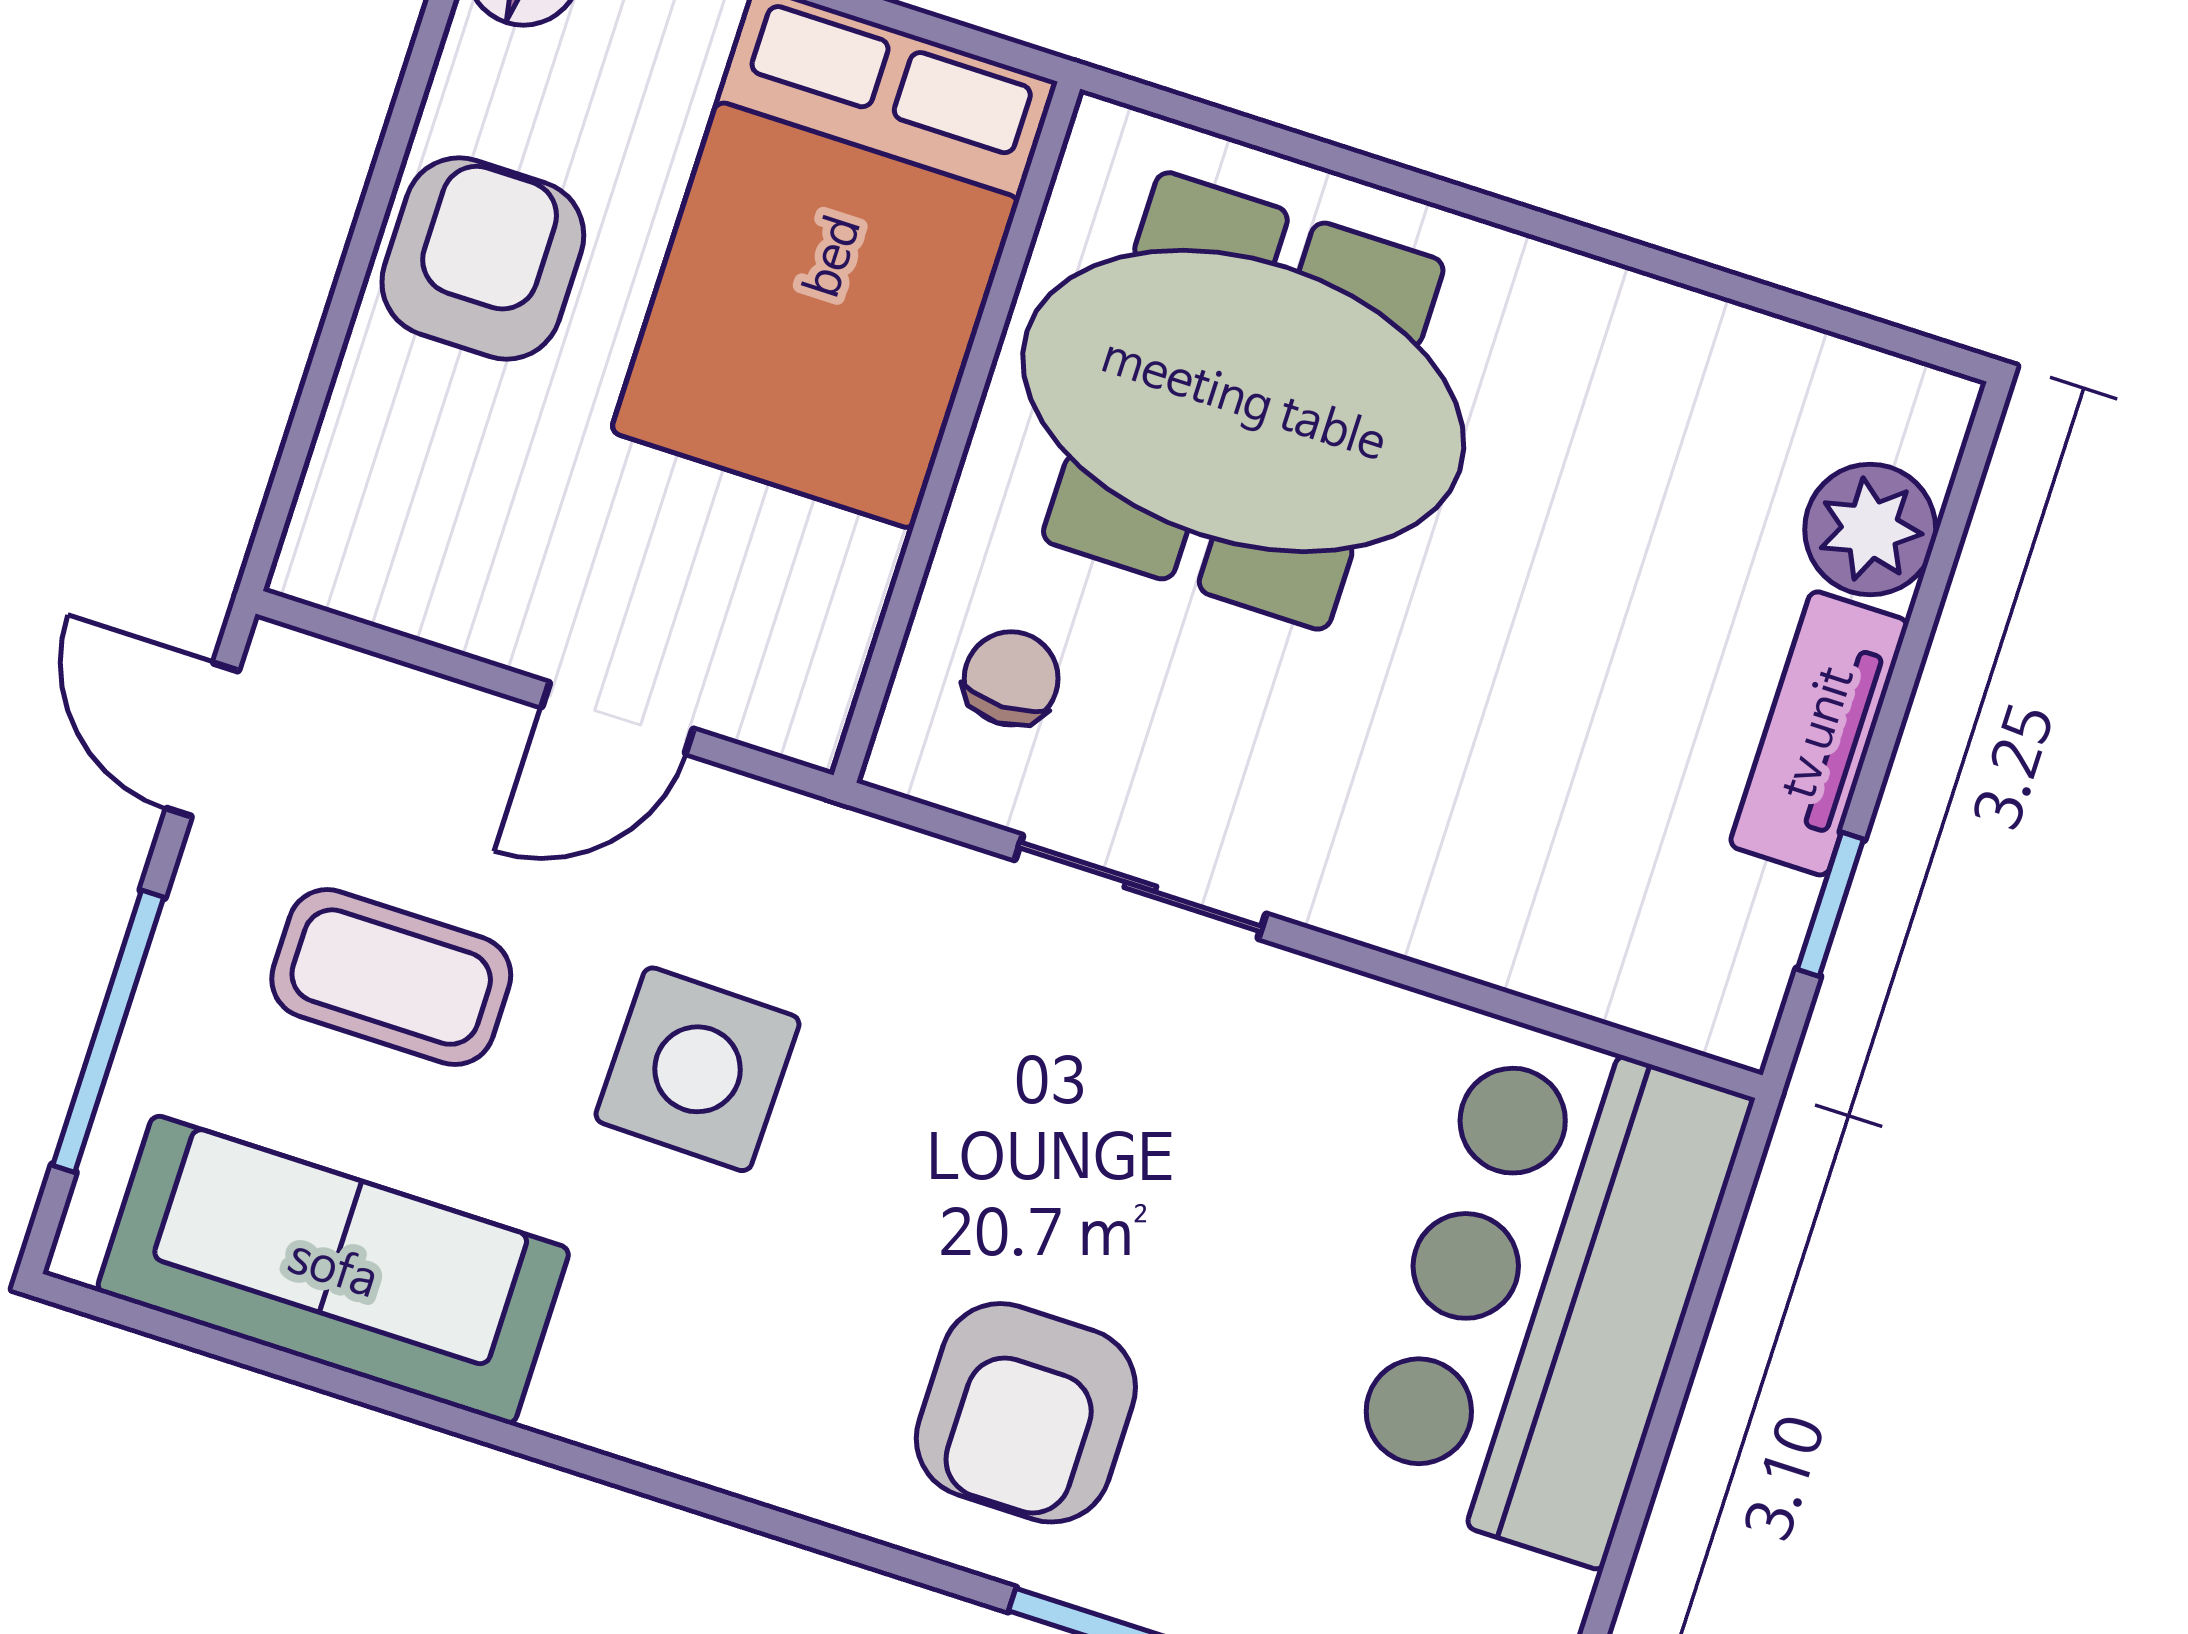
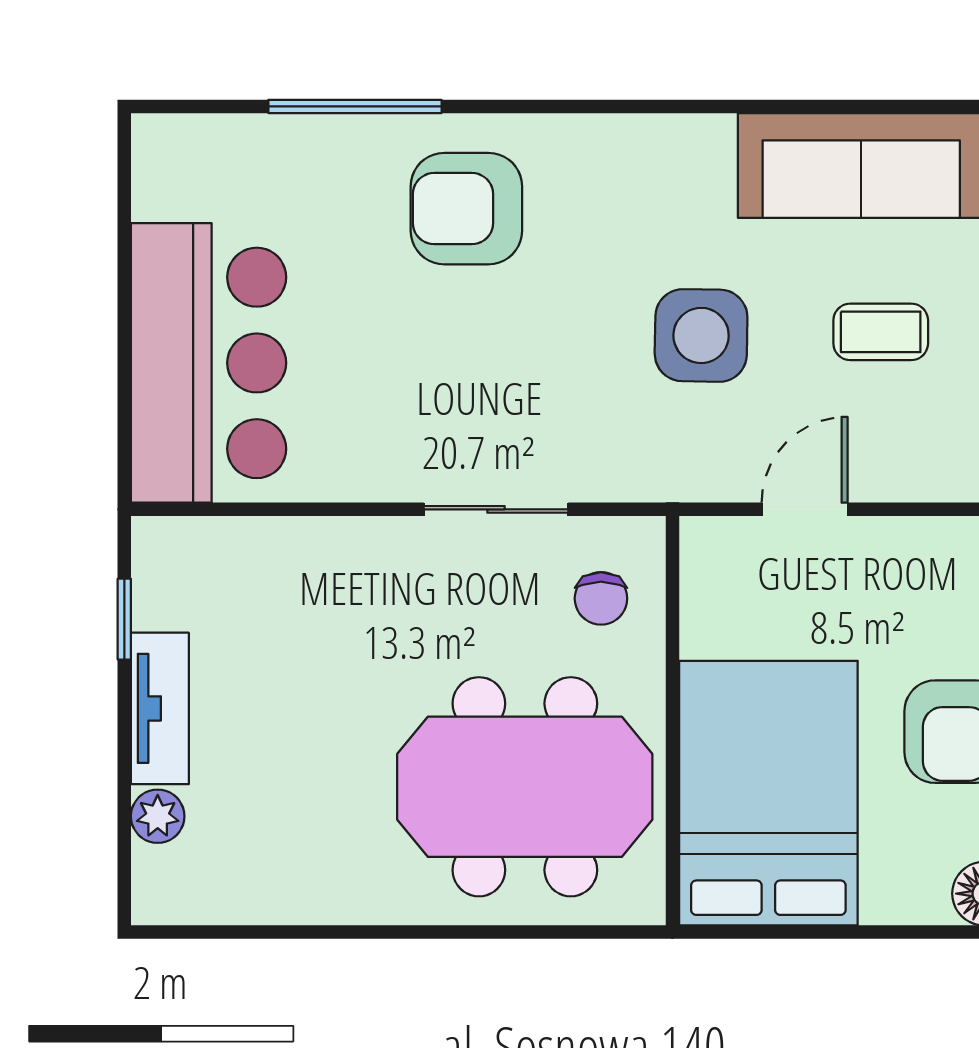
plant: (1870, 529) -> (158, 816), width x0.73, depth x0.73
coffee table: (391, 977) -> (881, 332), width x0.73, depth x0.77
armchair: (1026, 1413) -> (466, 209), turned -90

